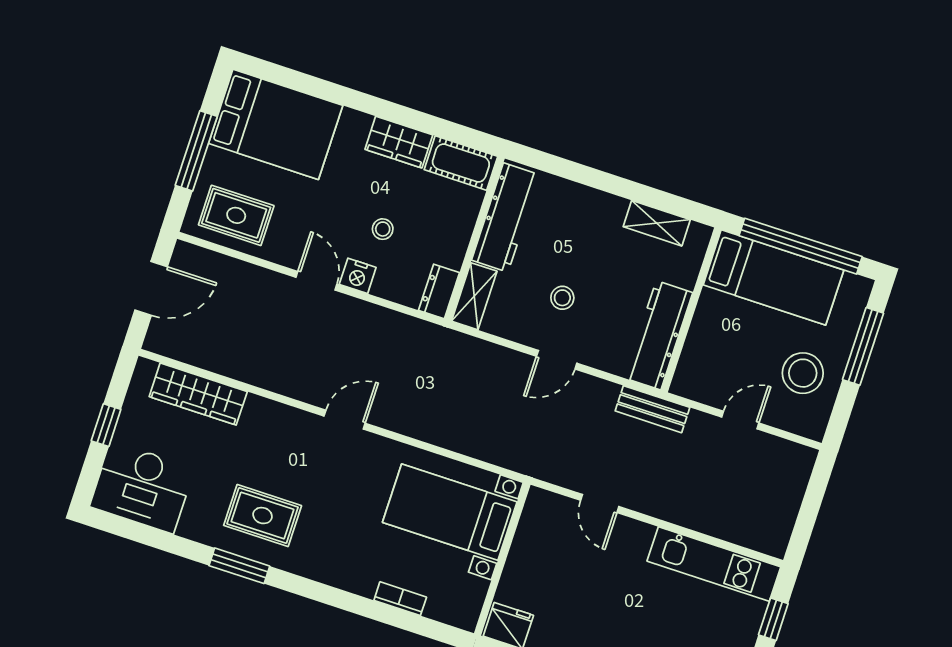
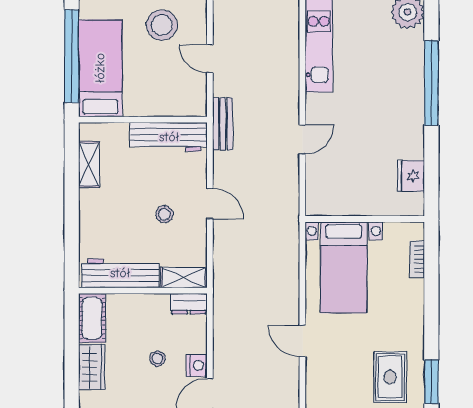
bed with nightstands: (450, 512) -> (344, 267), moved
wall: (502, 559) -> (365, 219), moved

